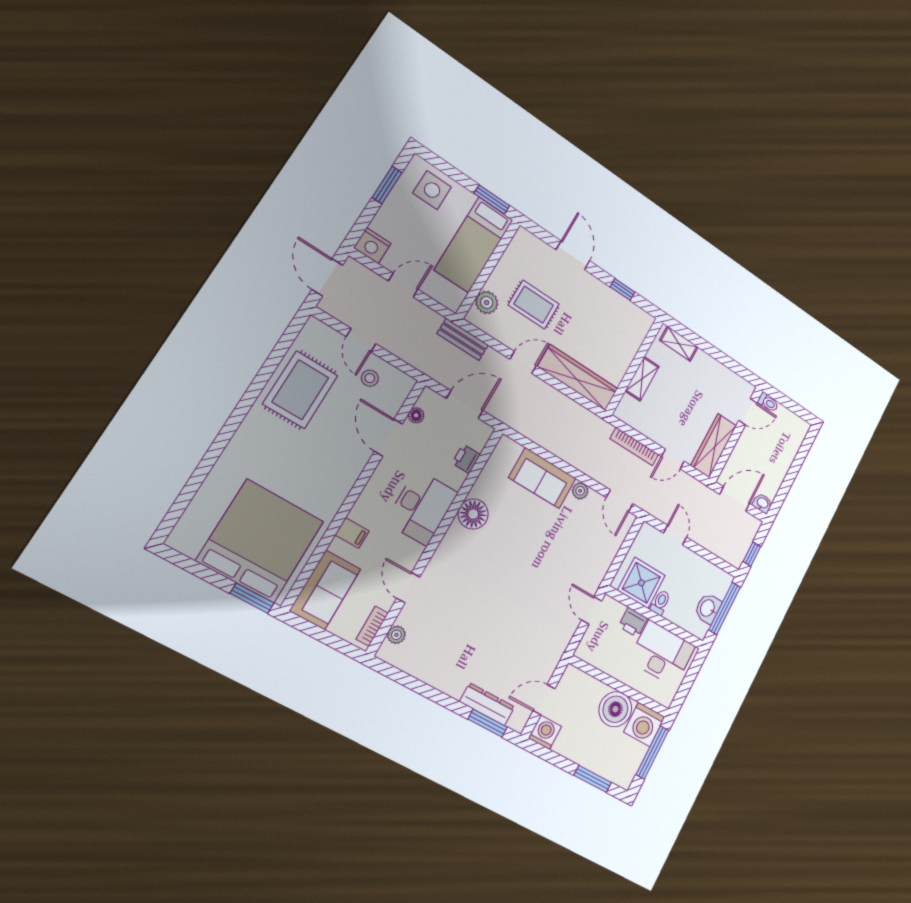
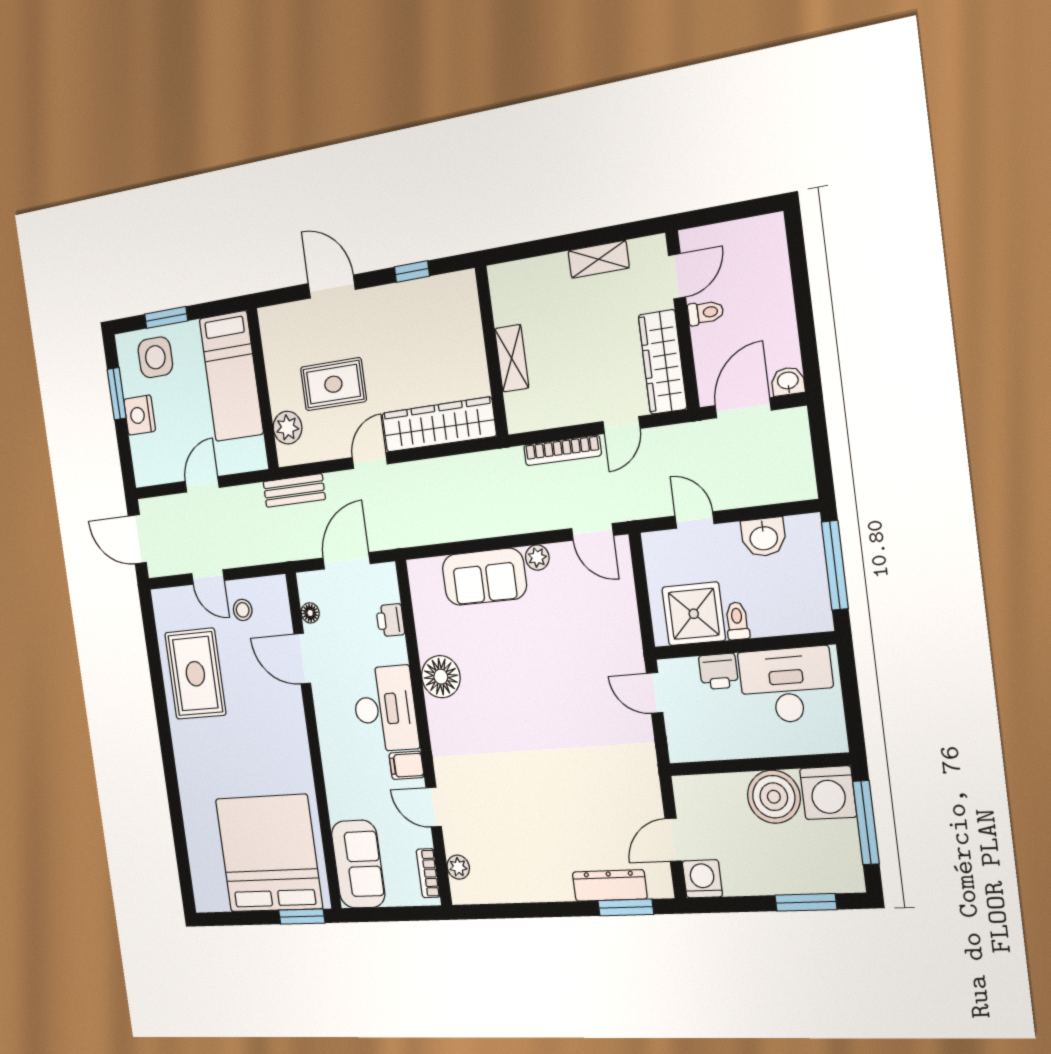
window: (492, 200) -> (166, 317), moved
nightstand: (372, 246) -> (140, 415), moved, turned 90
shelving: (679, 344) -> (599, 259), moved
toilet: (768, 402) -> (706, 313), moved
filing cabinet: (352, 533) -> (406, 765), moved, turned 180
window: (752, 554) -> (822, 463), removed
washbasin: (708, 608) -> (764, 537), moved, turned -90

